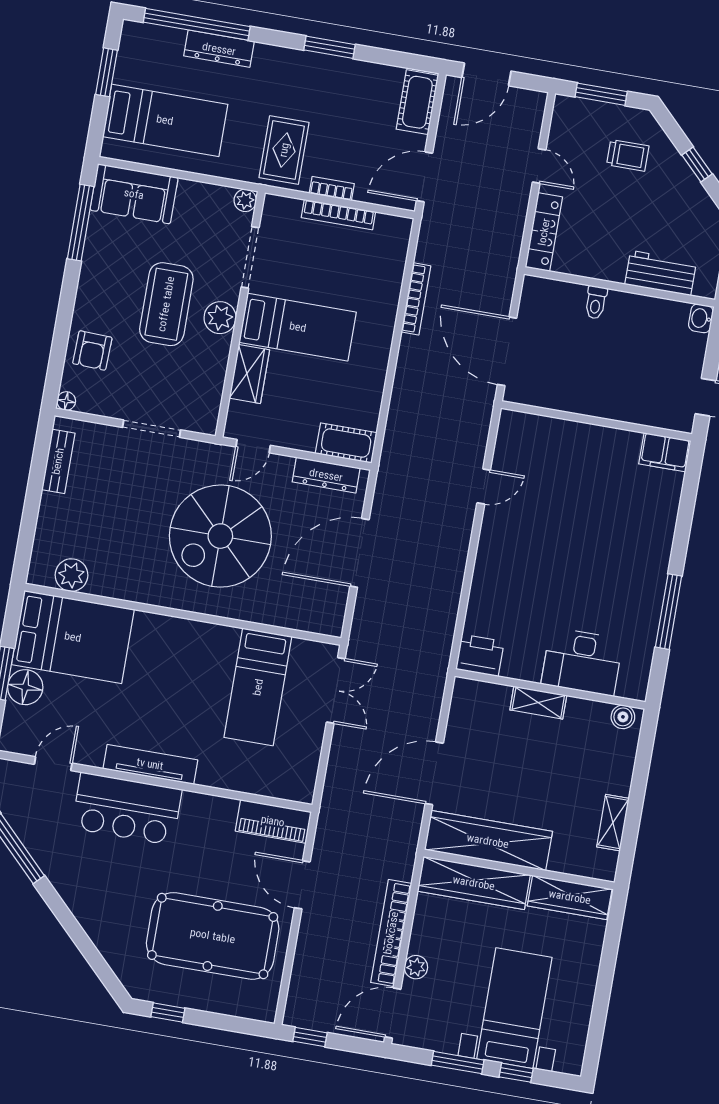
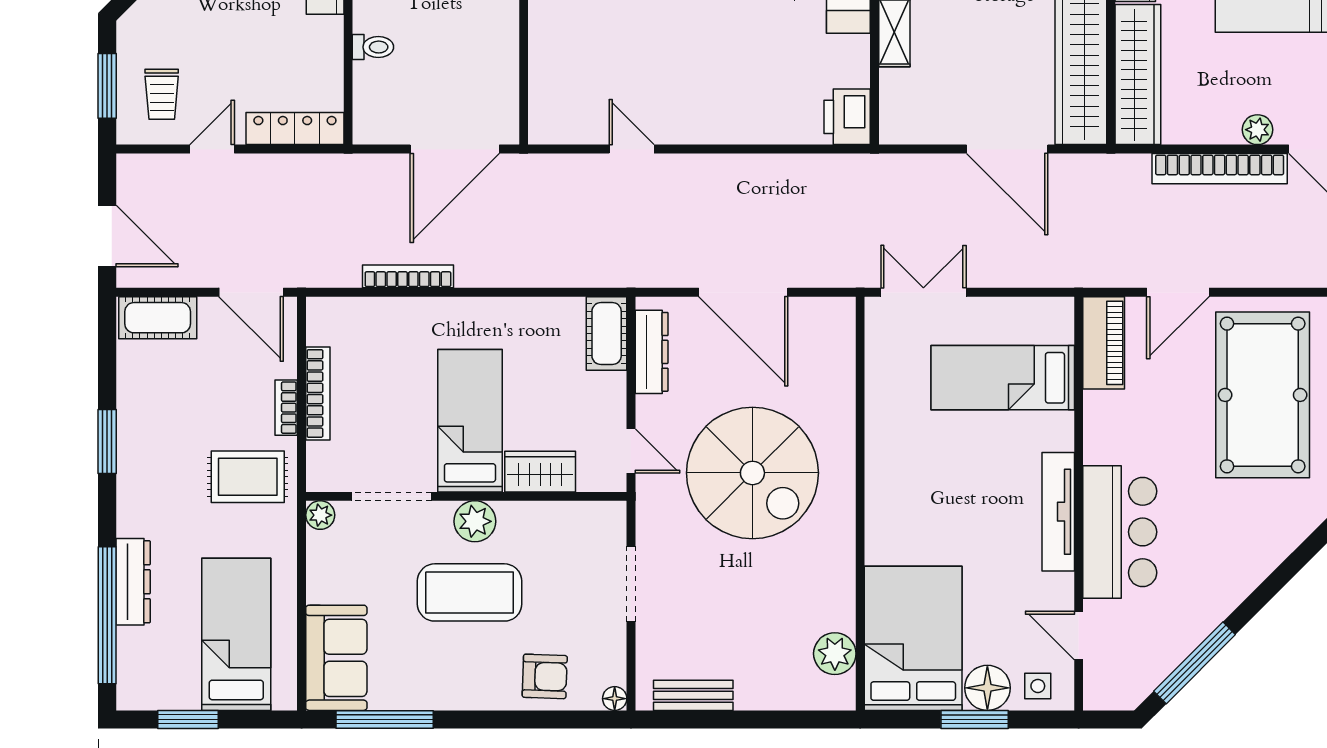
trolley: (628, 155) -> (162, 94), moved, turned 180
bed: (258, 687) -> (1003, 378), moved, turned 180
side table: (20, 726) -> (1038, 686), added

